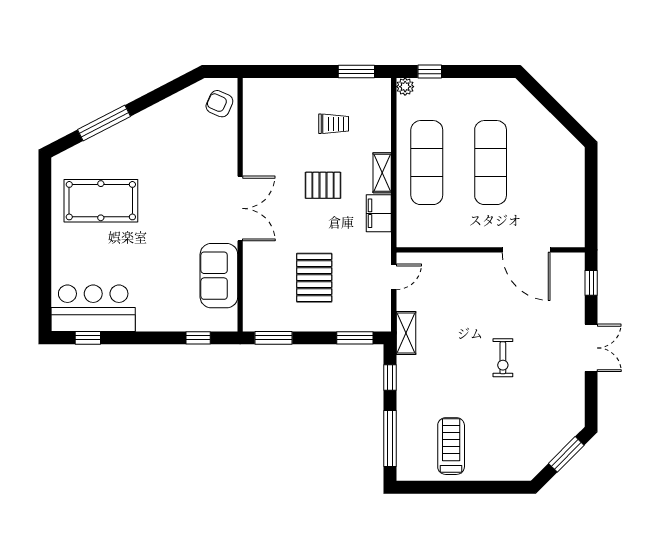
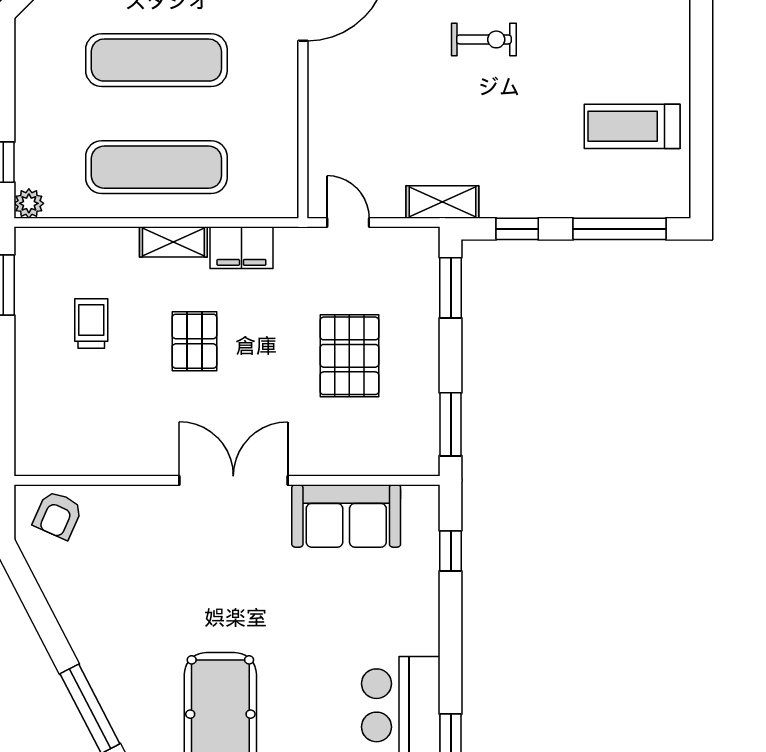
pallet: (314, 278) -> (349, 356), turned 90

